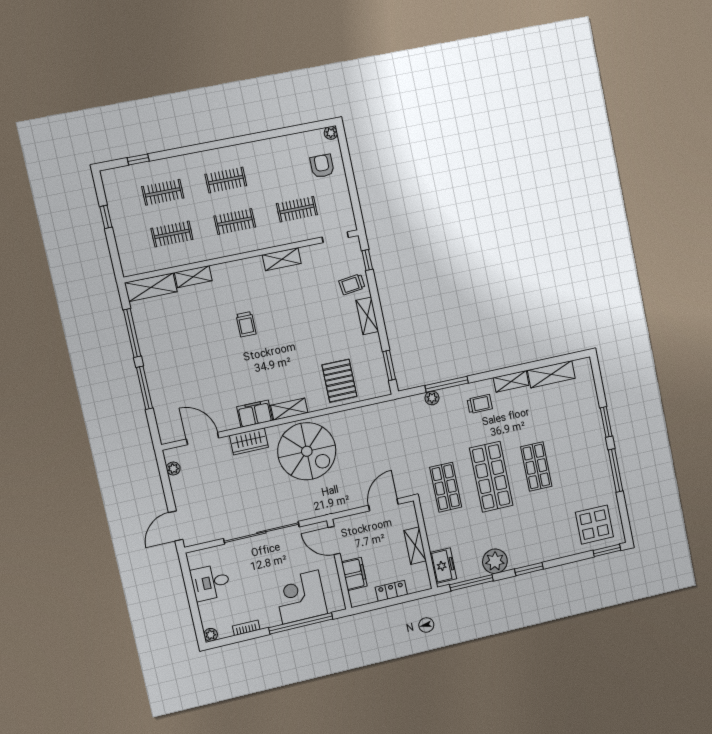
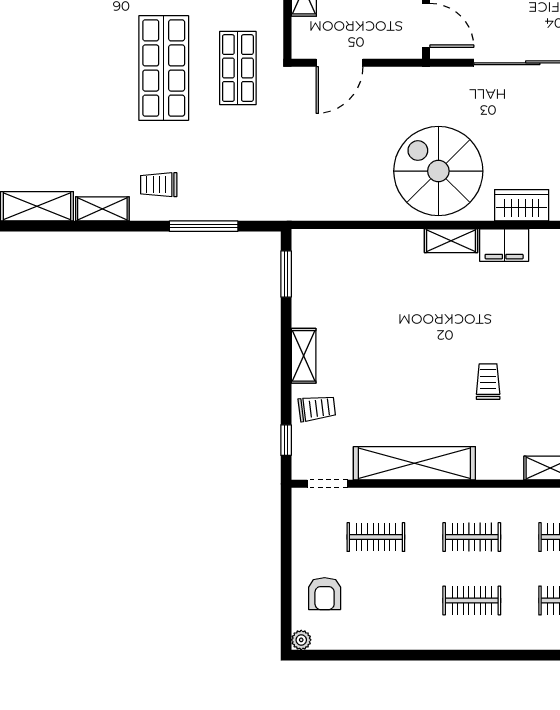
shelving: (282, 259) -> (414, 463), width x2.20, depth x1.33
pallet: (339, 381) -> (366, 267), removed
plant: (432, 398) -> (231, 210), removed
shop shelf: (536, 466) -> (89, 68), removed

